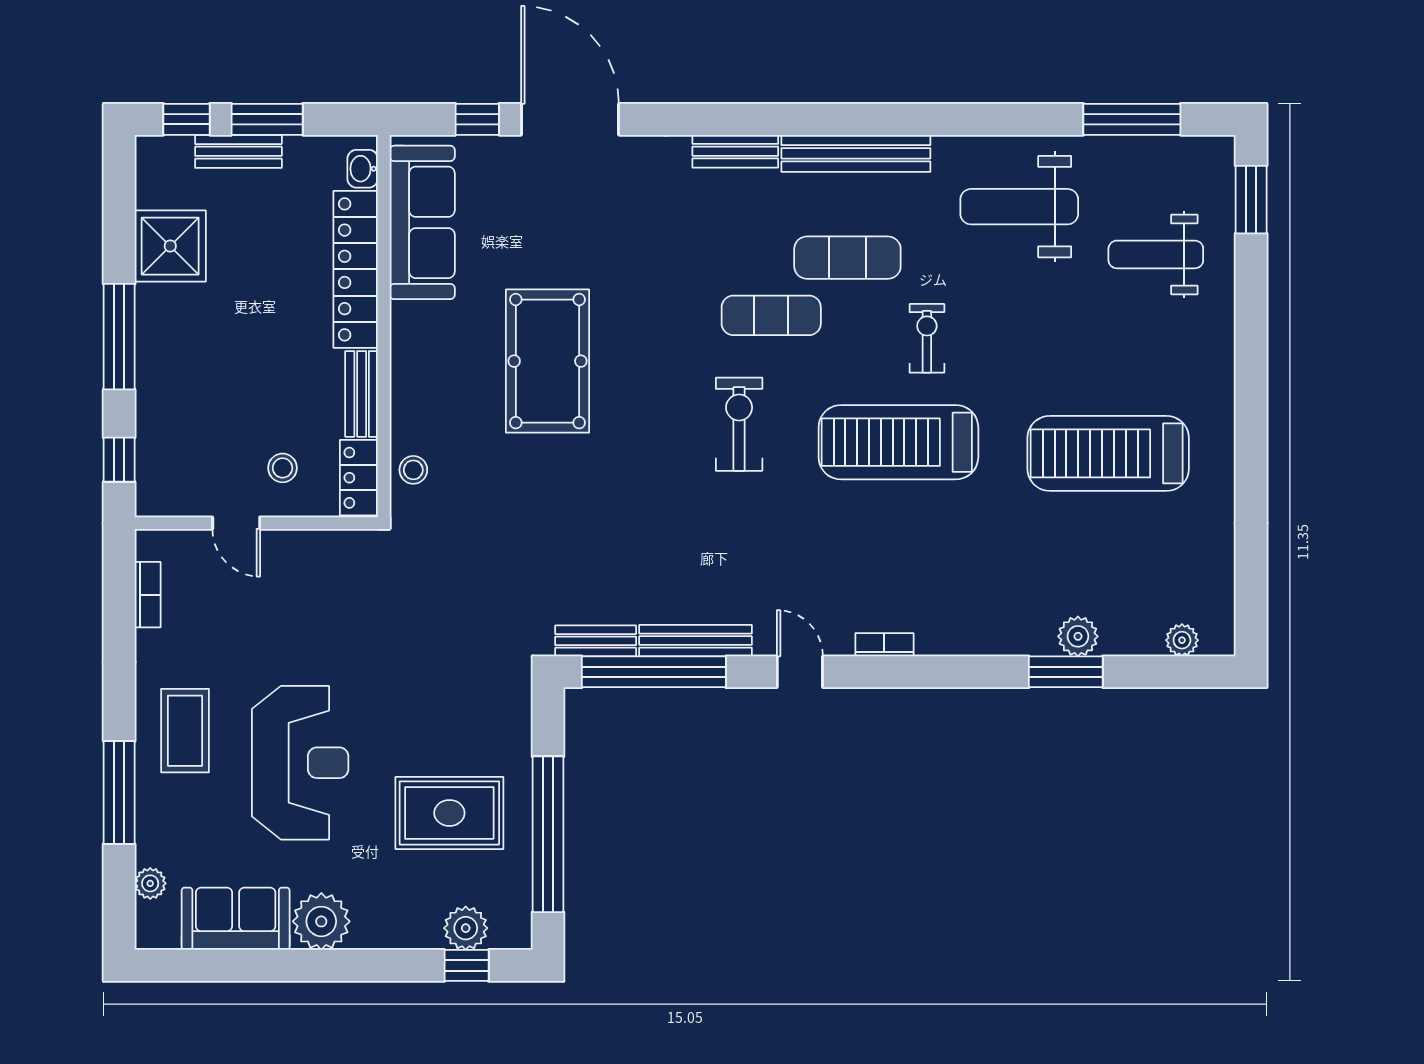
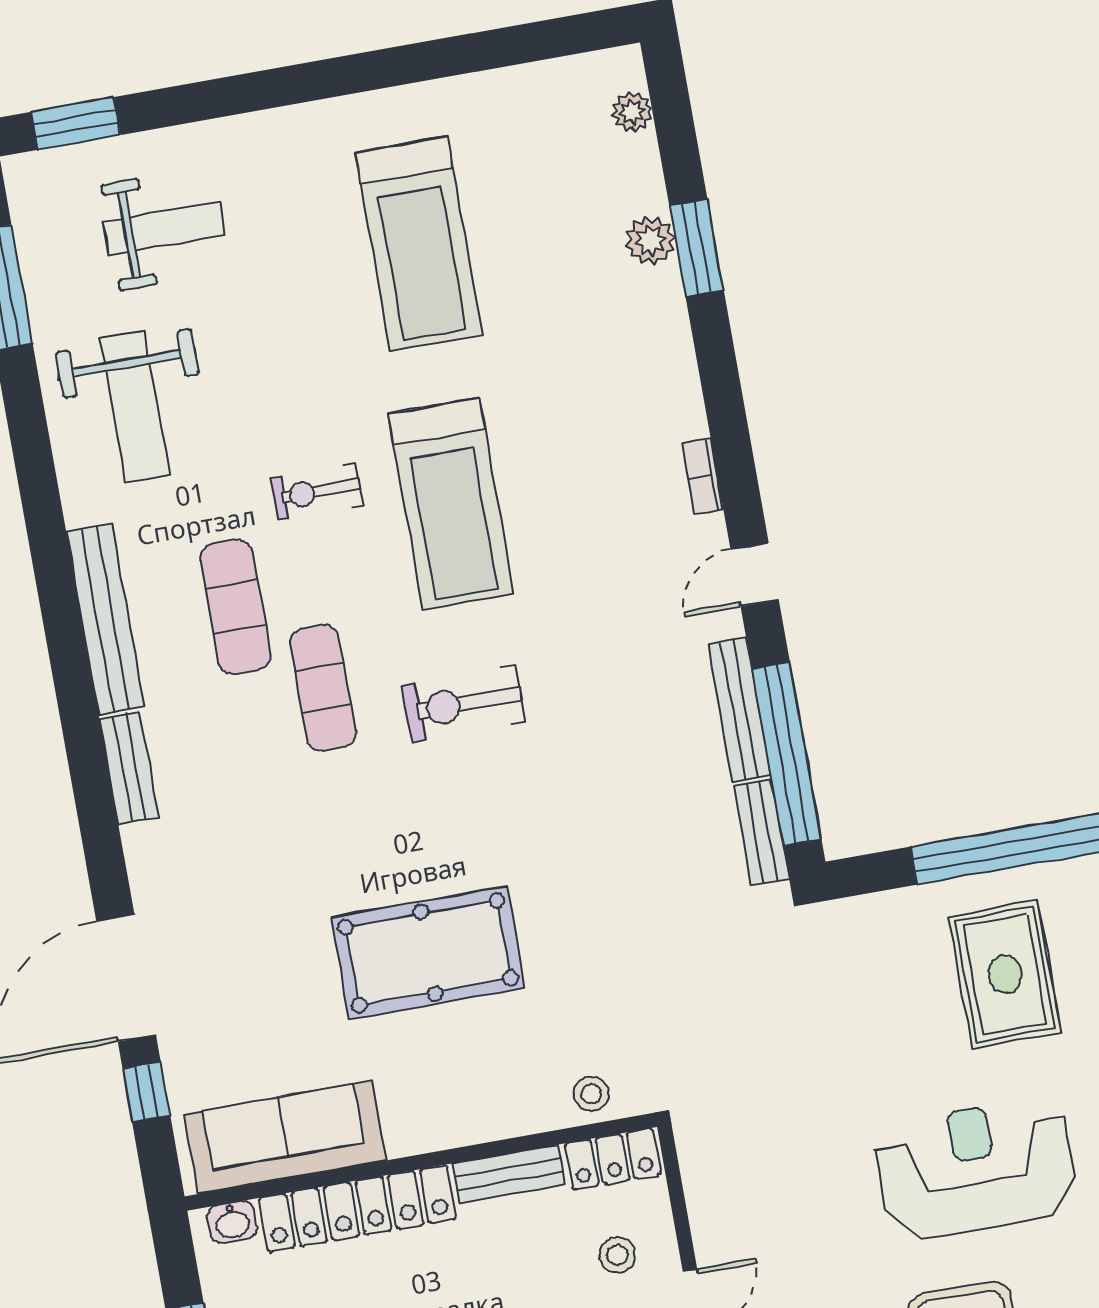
weight bench: (1156, 254) -> (164, 228), turned -90

